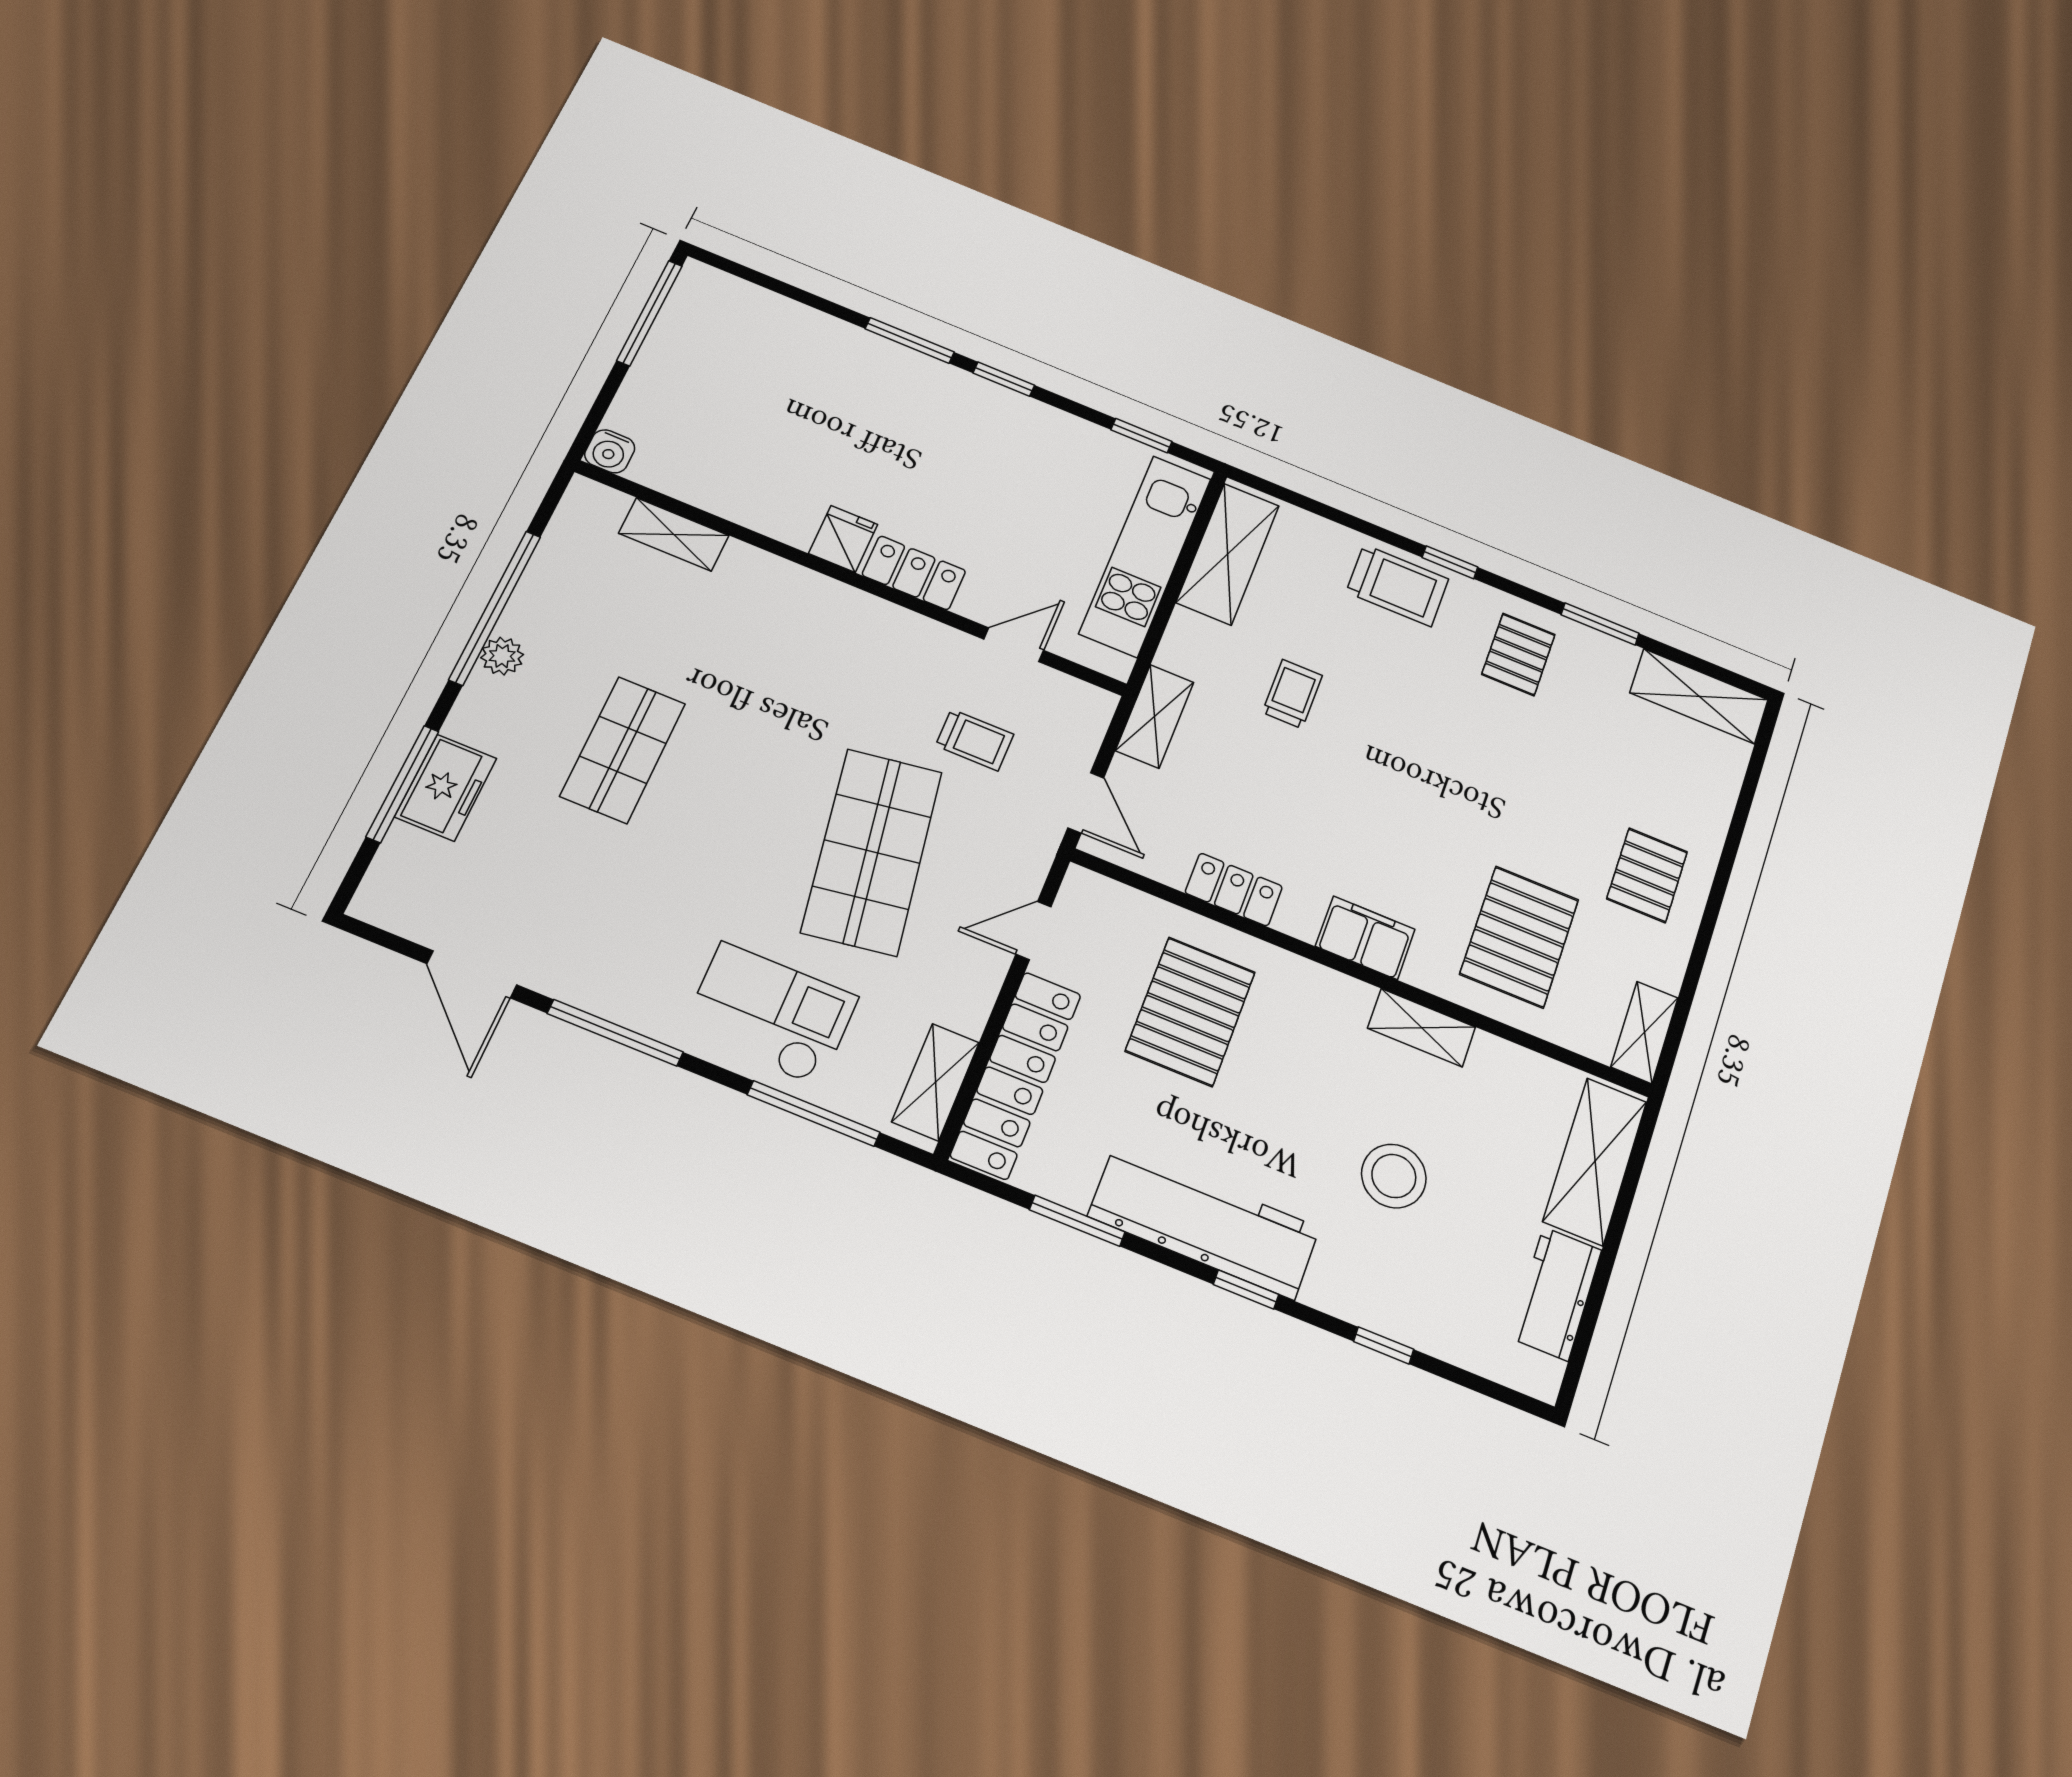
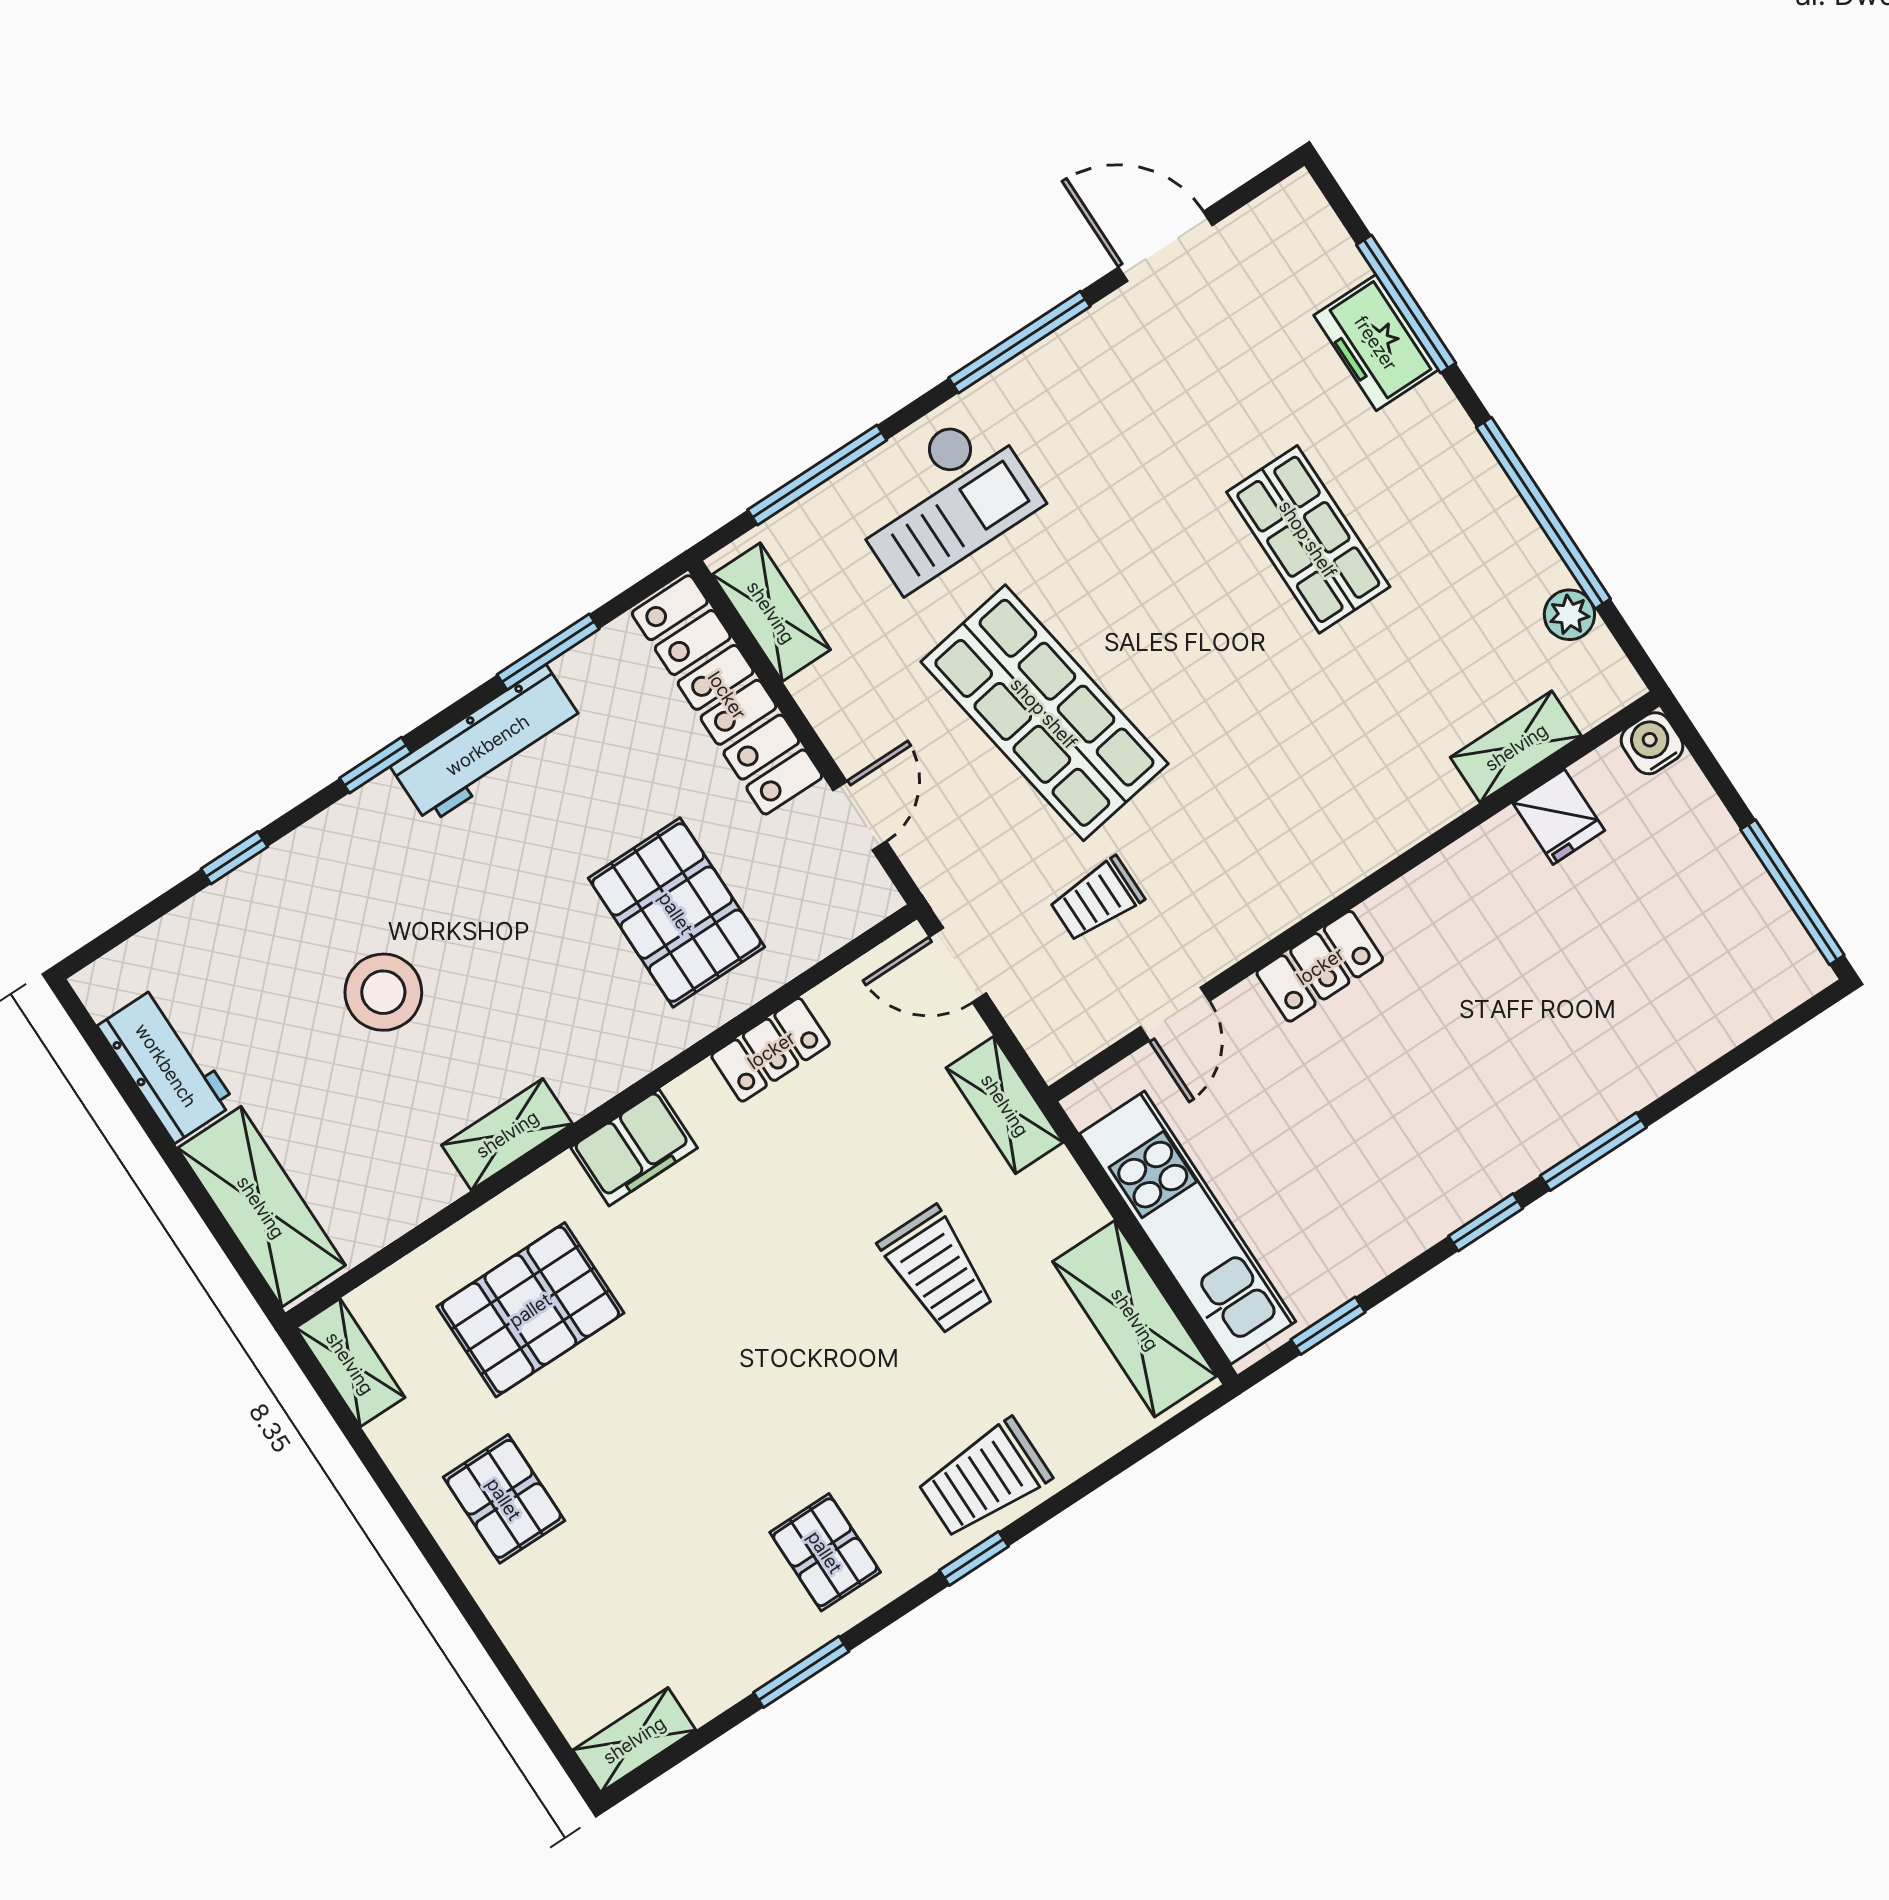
fridge: (843, 539) -> (1559, 817), moved
plant: (502, 656) -> (1569, 615), moved
trolley: (1292, 694) -> (937, 1270), width x1.36, depth x1.39
shelving: (1699, 696) -> (634, 1740), width x0.67, depth x0.75
pallet: (1519, 937) -> (530, 1310), turned 90
workbench: (1204, 1222) -> (487, 745), width x0.73, depth x0.76

